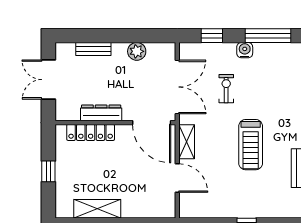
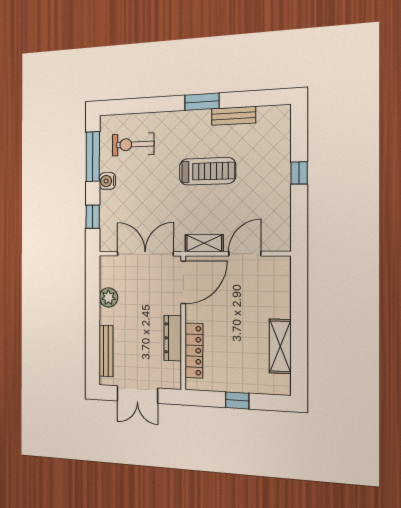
bench: (93, 49) -> (106, 351), width x1.36
exercise bike: (226, 89) -> (133, 144), moved, width x1.38, depth x1.39

